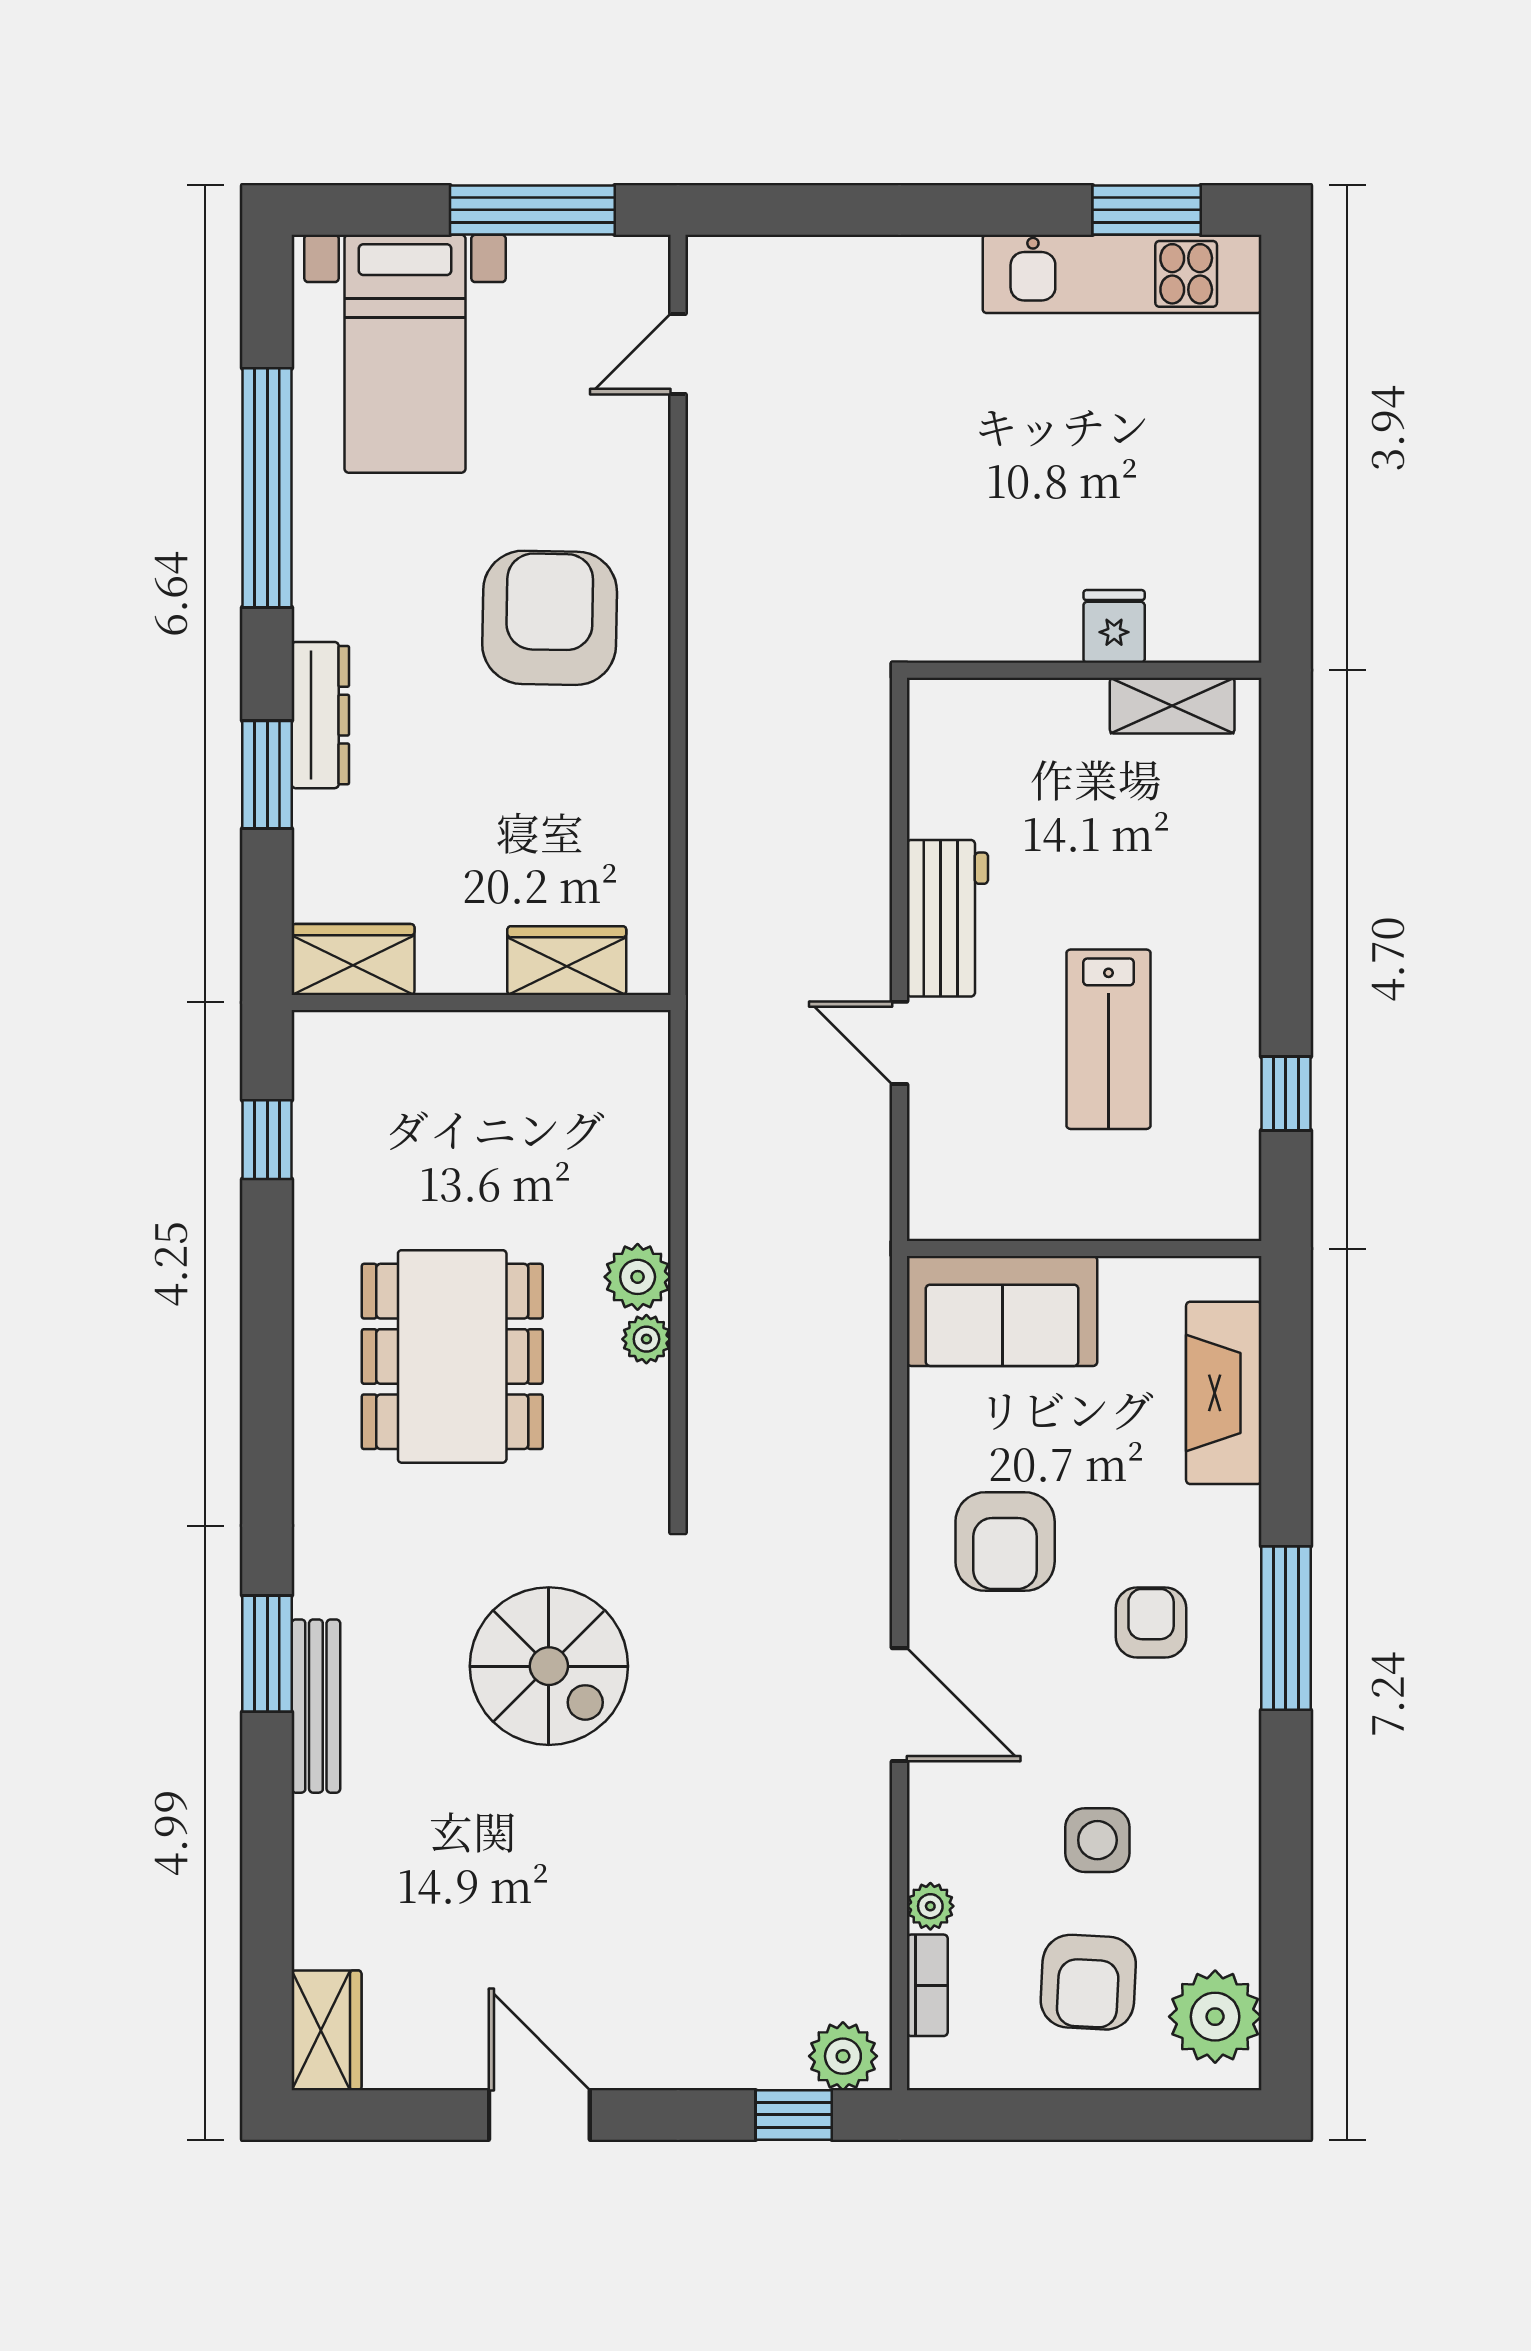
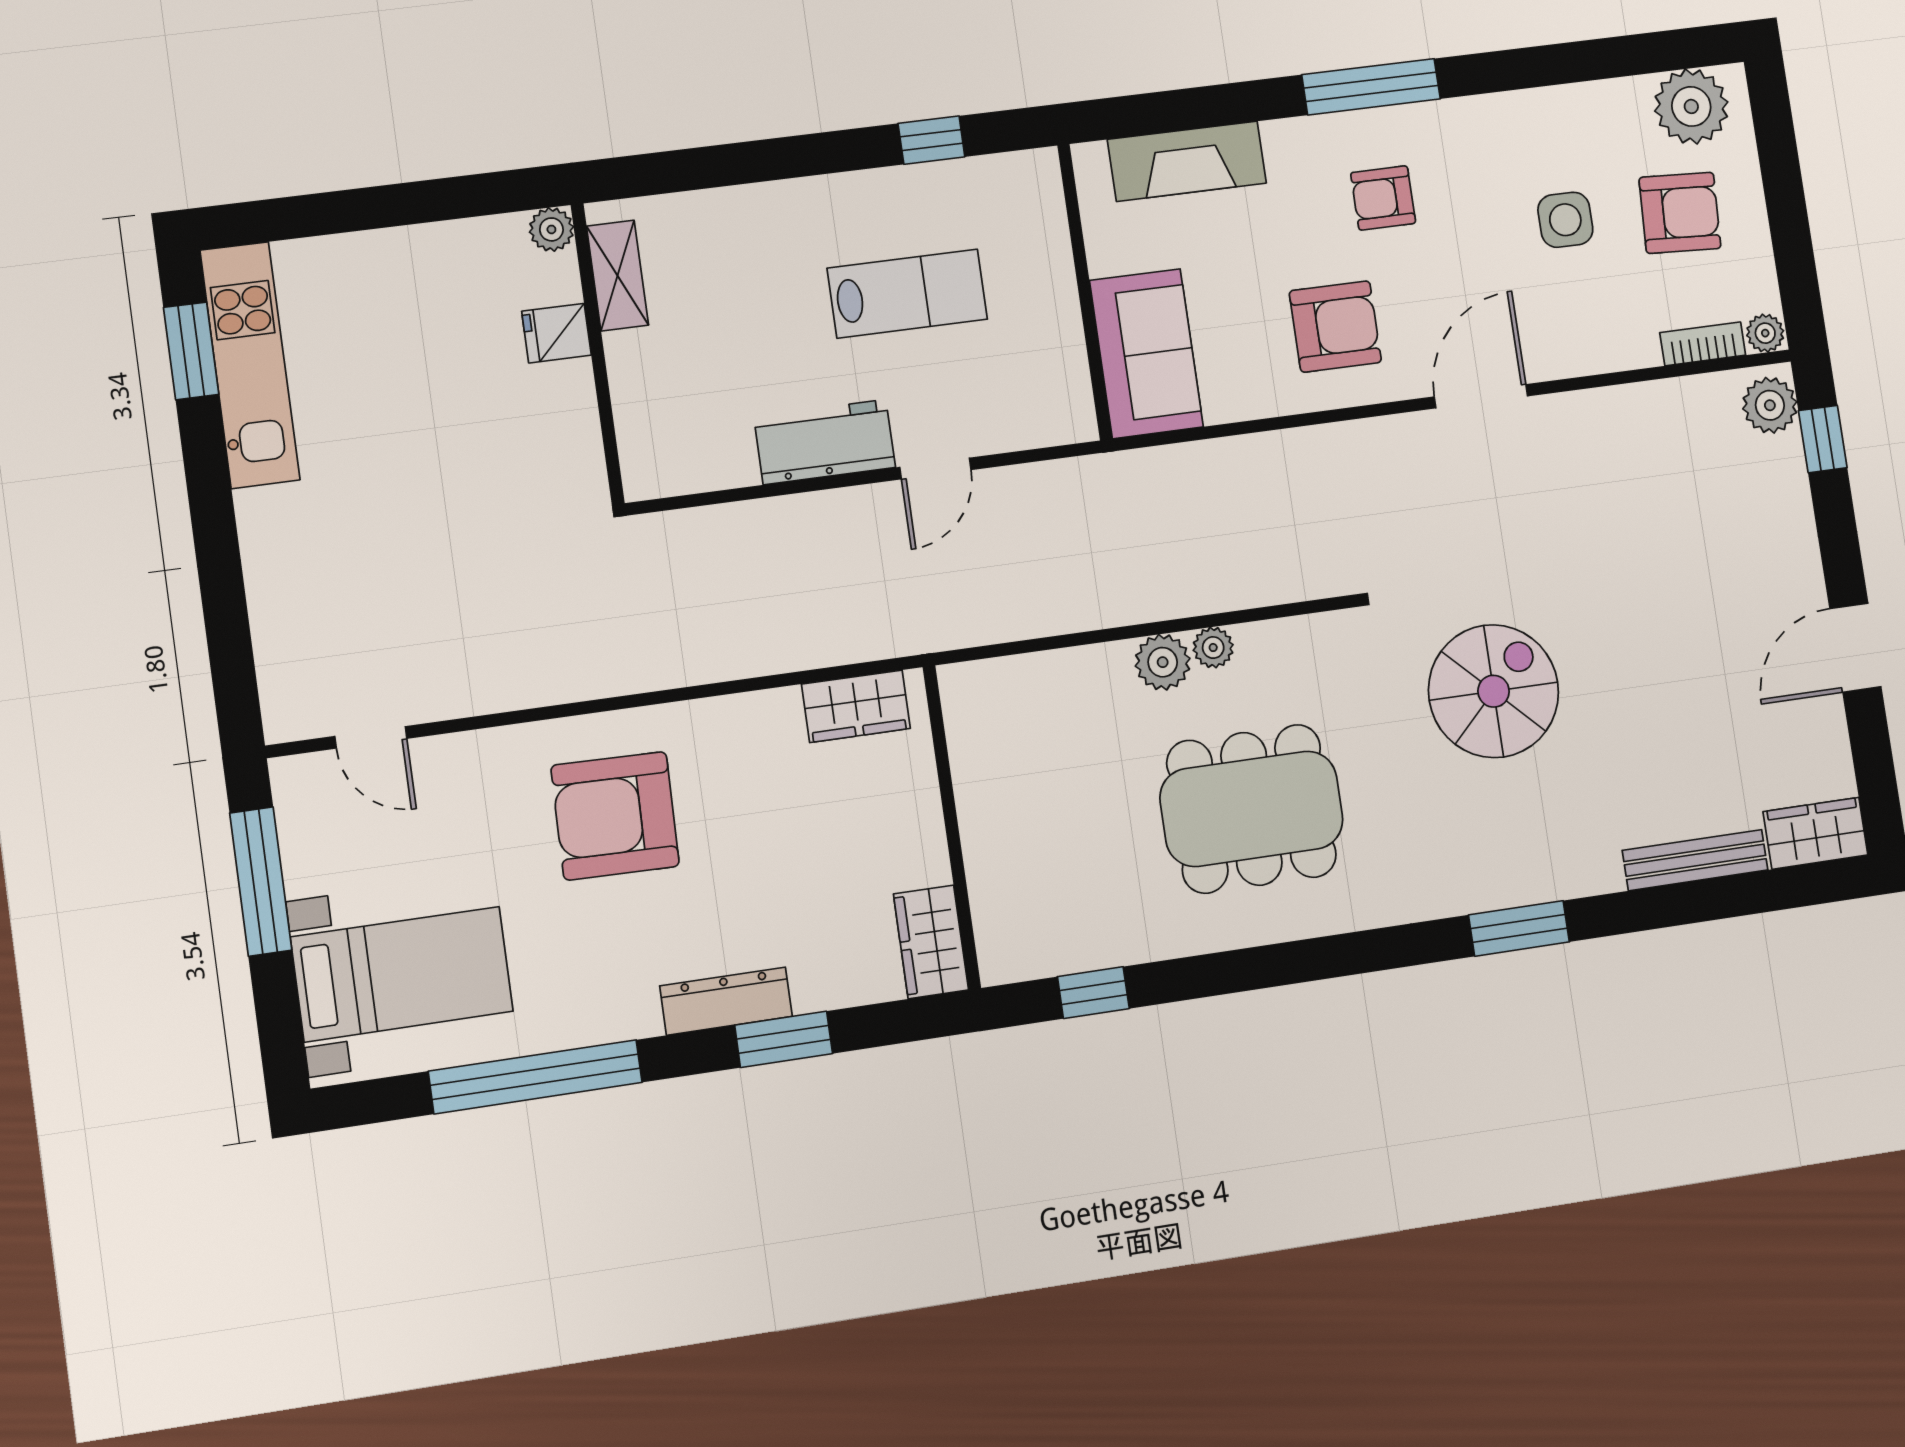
plant: (1235, 637) -> (551, 229), added
wardrobe: (567, 961) -> (856, 706), moved, turned -90
bench: (316, 1706) -> (1695, 860), moved
plant: (930, 1906) -> (1765, 333), moved

